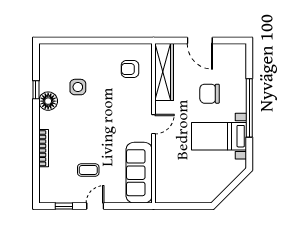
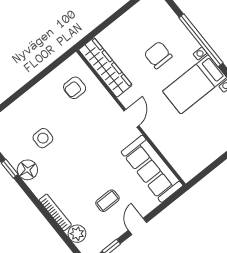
door: (200, 41) -> (114, 17), removed
chair: (210, 94) -> (158, 55), turned 90
plant: (47, 176) -> (77, 234), added

